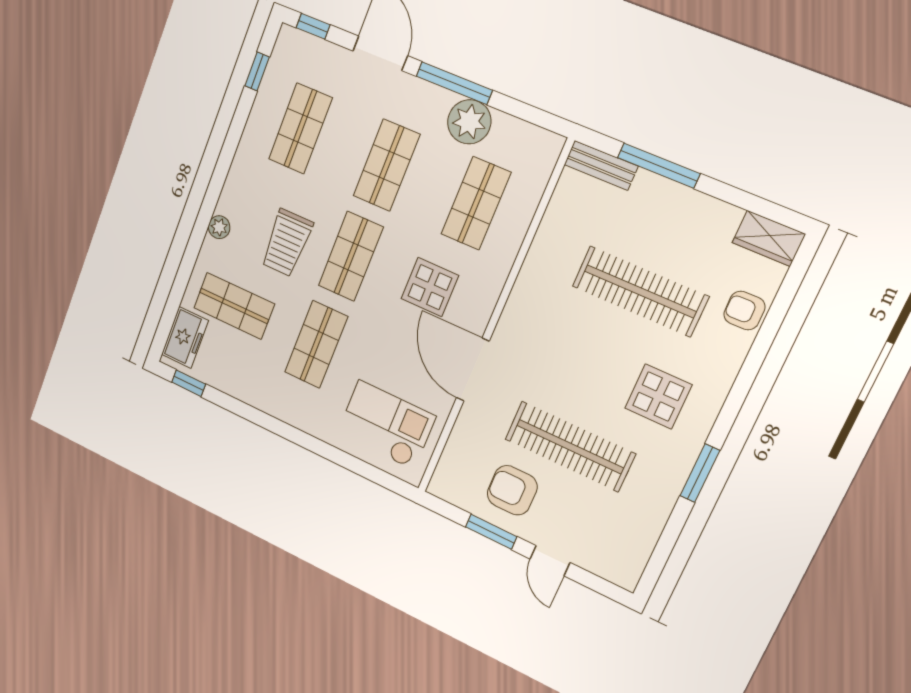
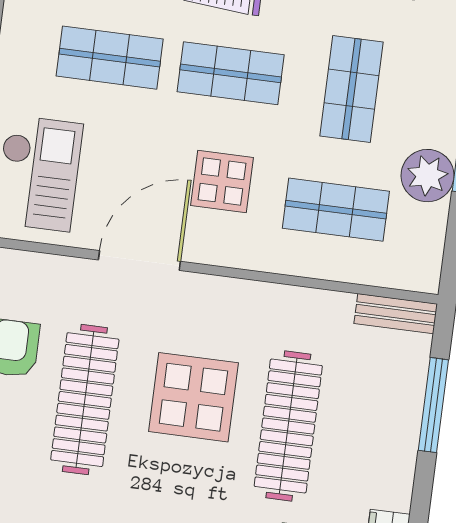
shop shelf: (387, 165) -> (352, 89), turned 90
bench: (601, 165) -> (396, 314), moved, turned 90
display table: (658, 396) -> (193, 397), moved, width x1.36, depth x1.36

